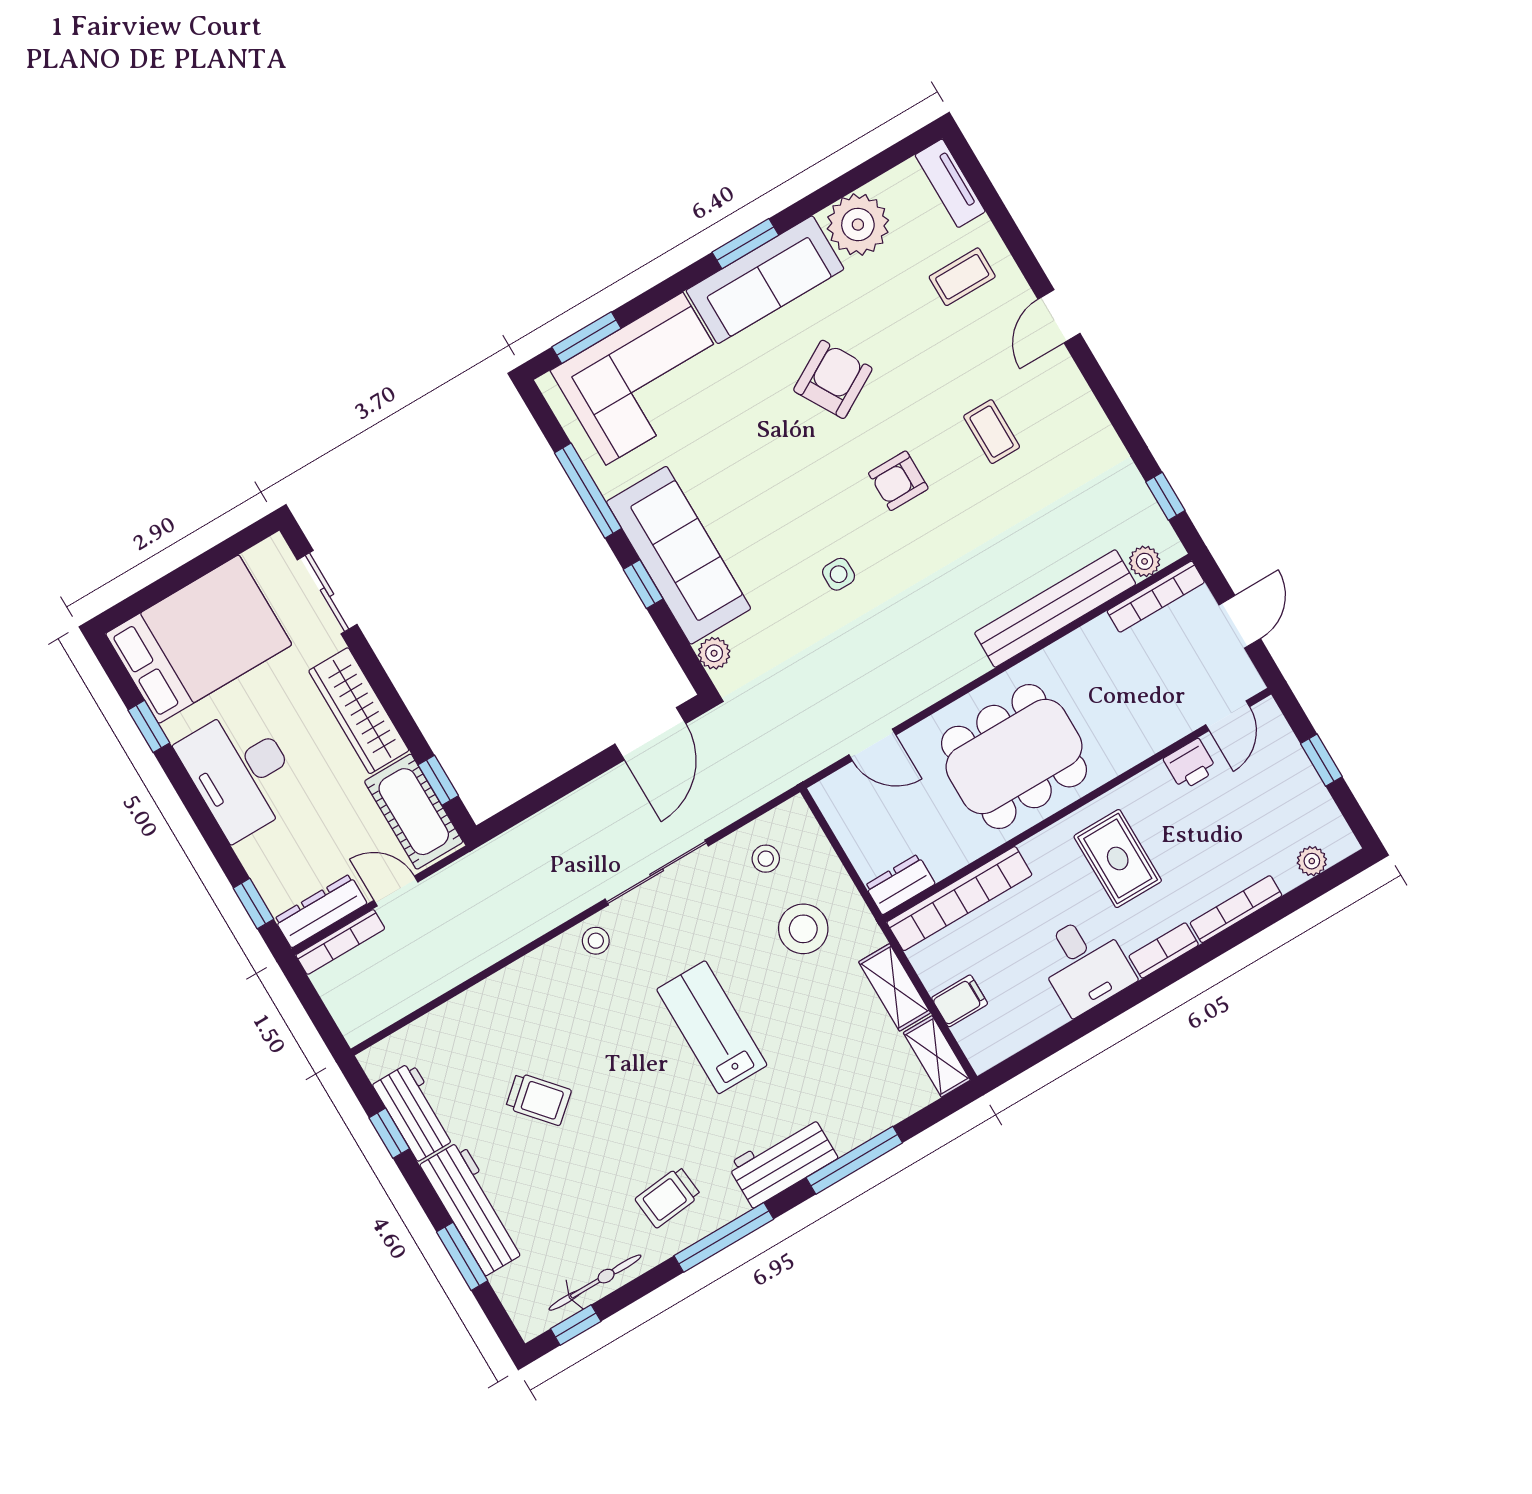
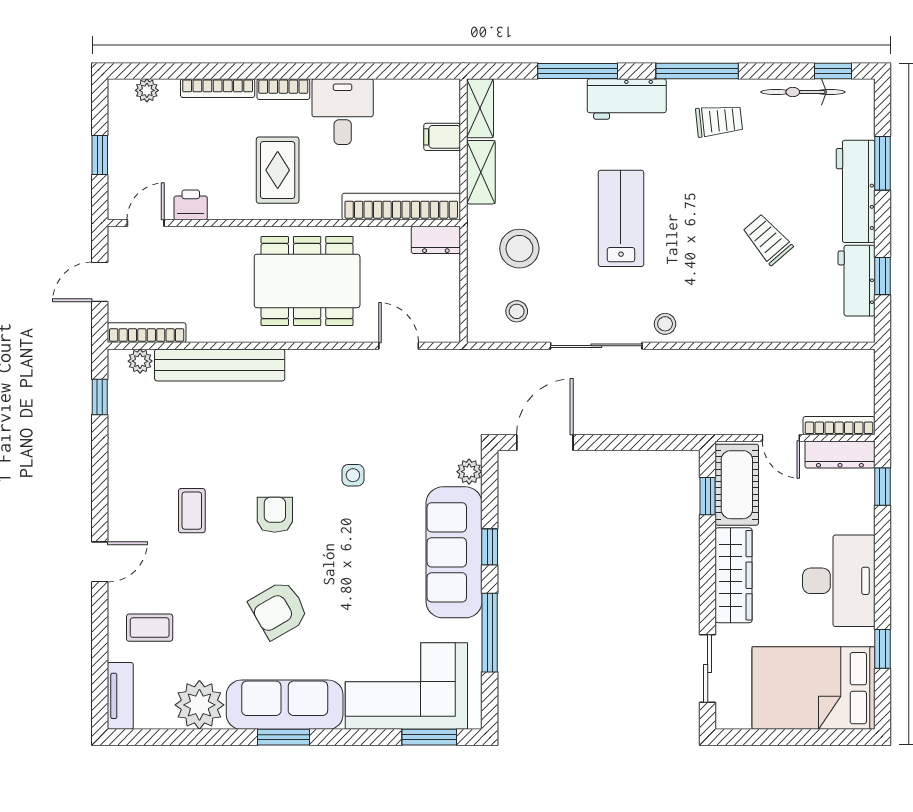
armchair: (898, 481) -> (275, 515), turned -90
lab bench: (712, 1027) -> (621, 218), turned 180

